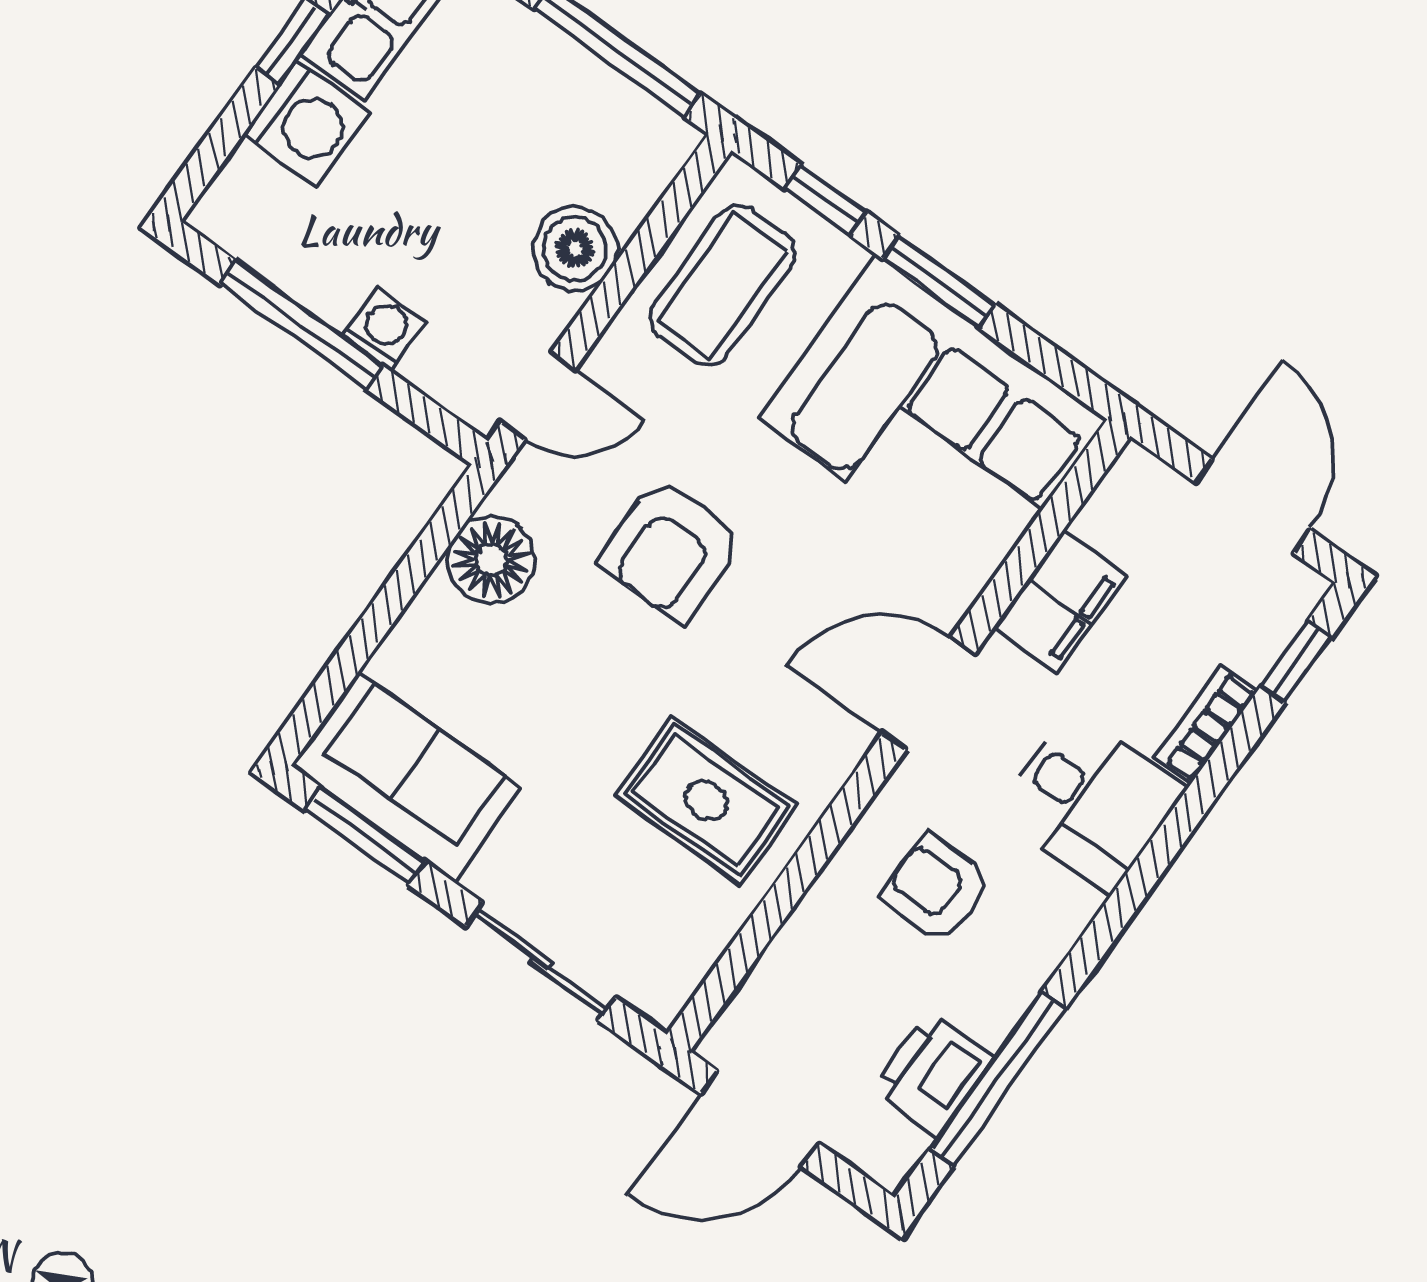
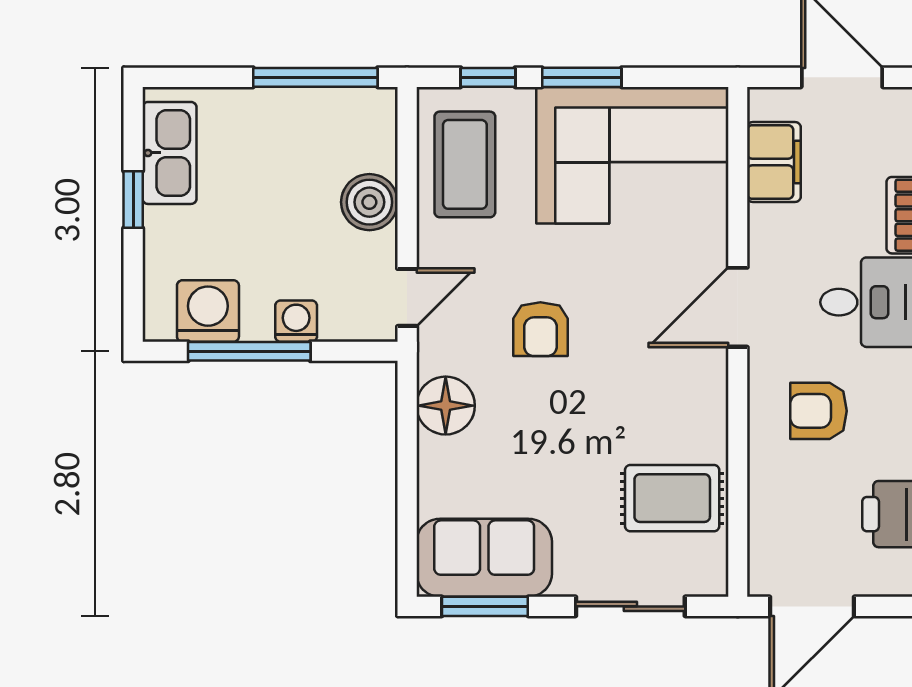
washing machine: (307, 123) -> (208, 311), moved, turned -90
armchair: (672, 550) -> (540, 329), width x0.72, depth x0.72
filing cabinet: (1060, 602) -> (774, 162), moved
rug: (706, 800) -> (672, 498), moved

